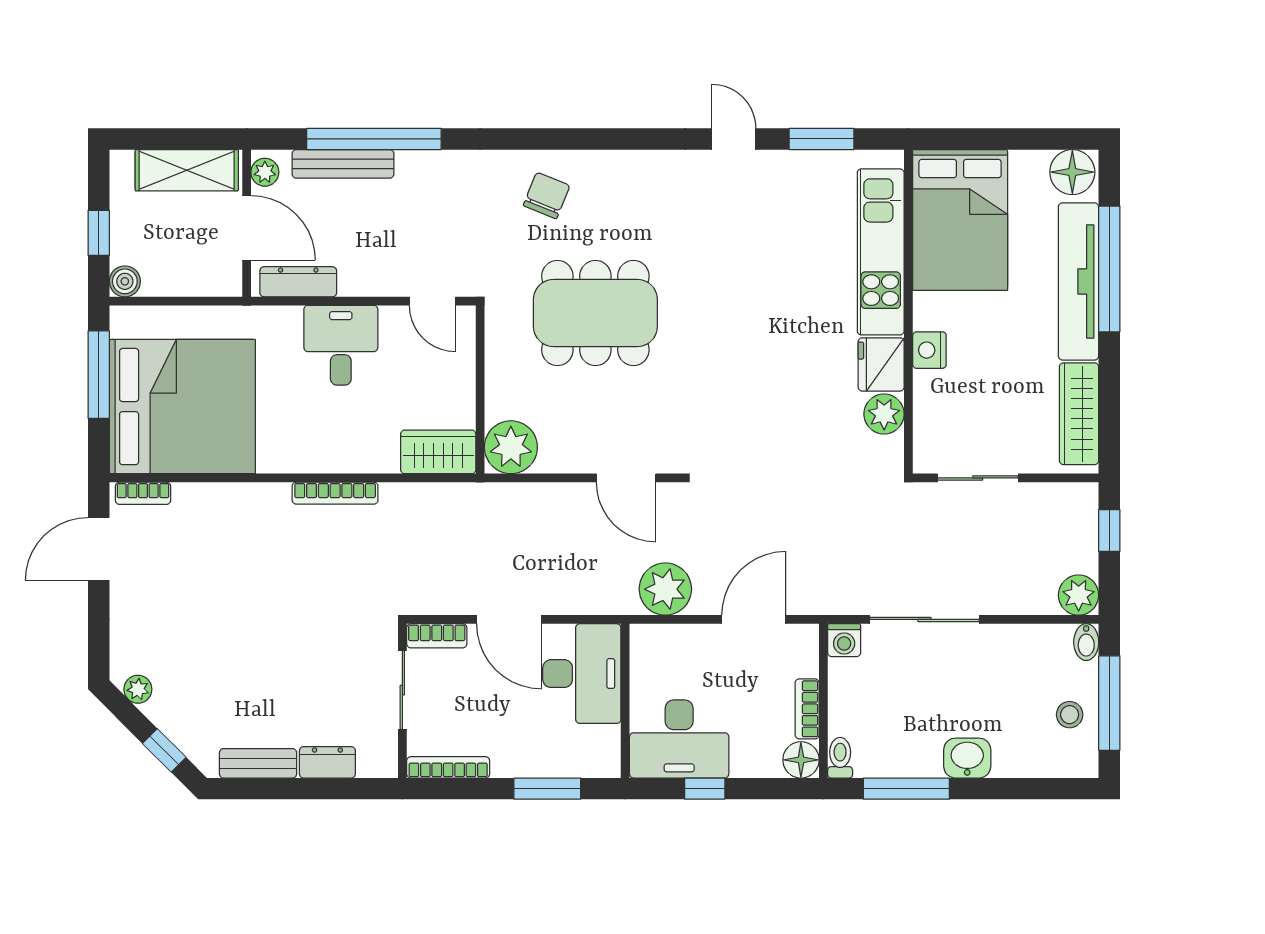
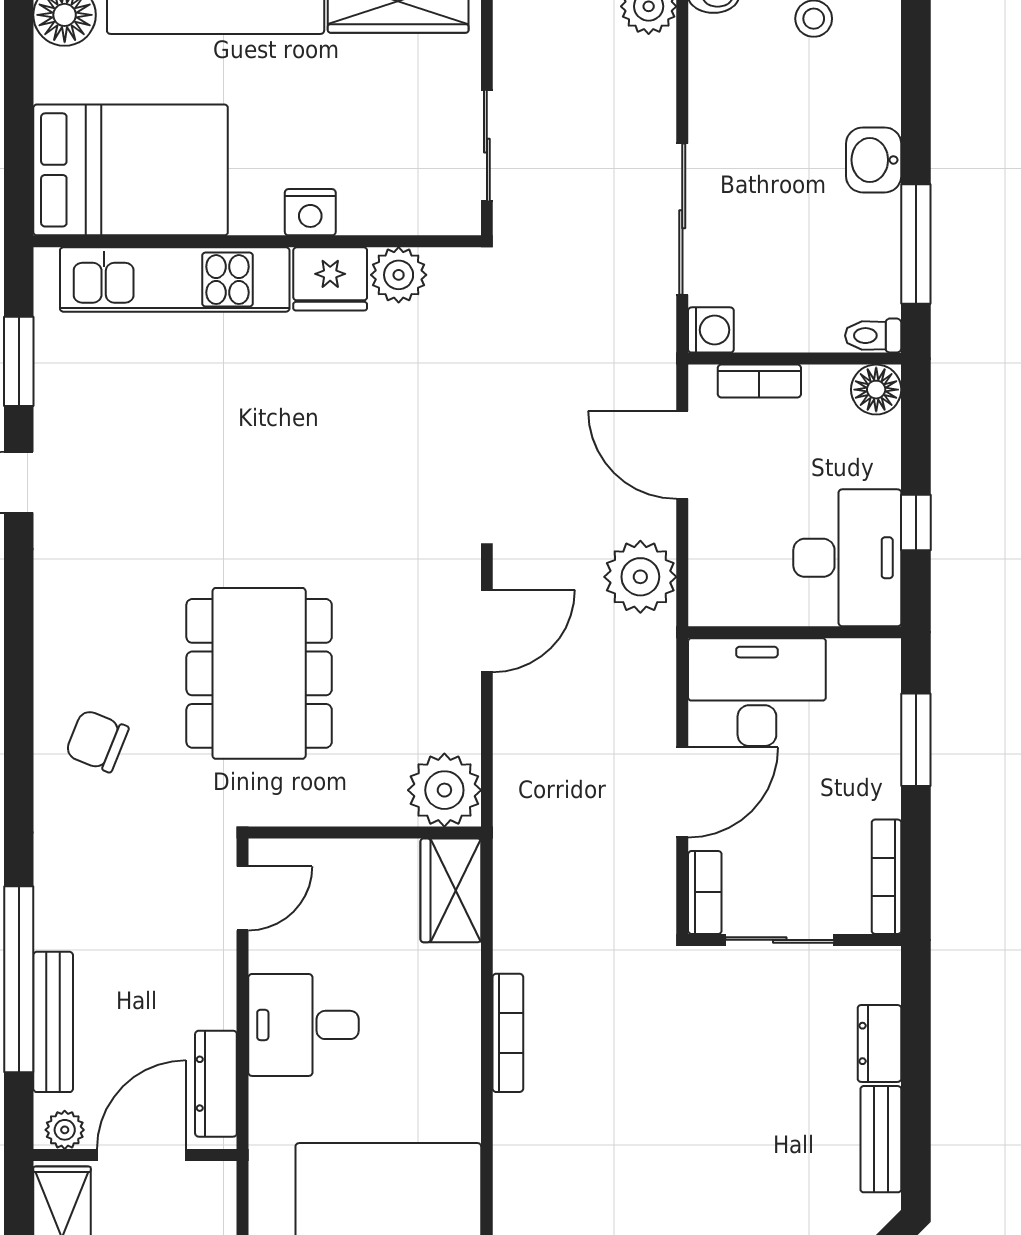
bookcase: (807, 709) -> (759, 381), moved

